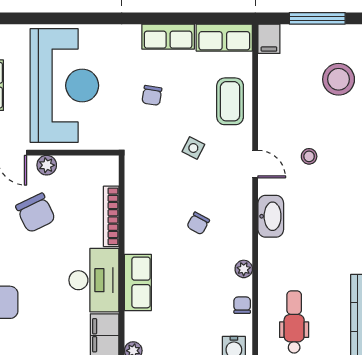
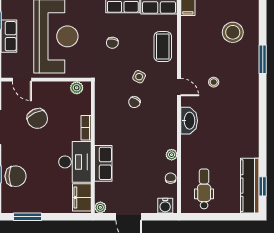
plant: (47, 165) -> (77, 88), moved
bookcase: (111, 216) -> (86, 128), width x0.64
chair: (198, 223) -> (134, 102), moved

